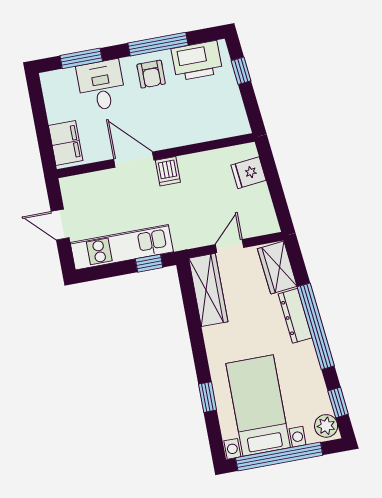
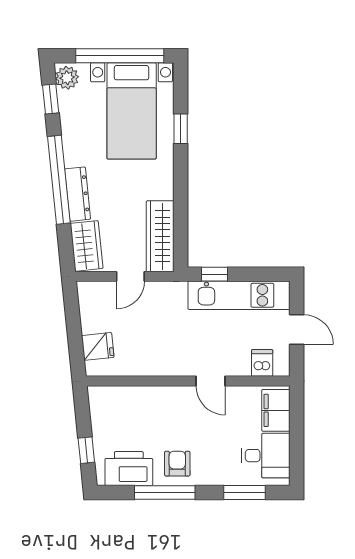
desk: (101, 85) -> (266, 456), moved, turned -90
door: (134, 160) -> (211, 381), width x0.73
dishwasher: (168, 171) -> (262, 363), moved

